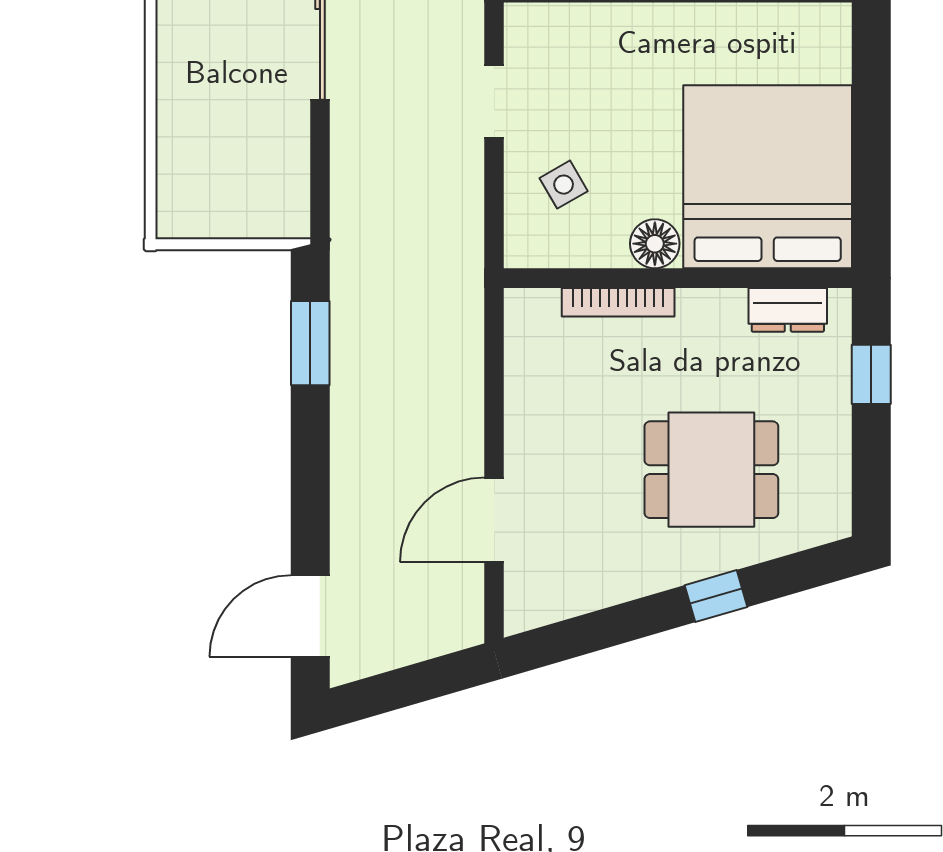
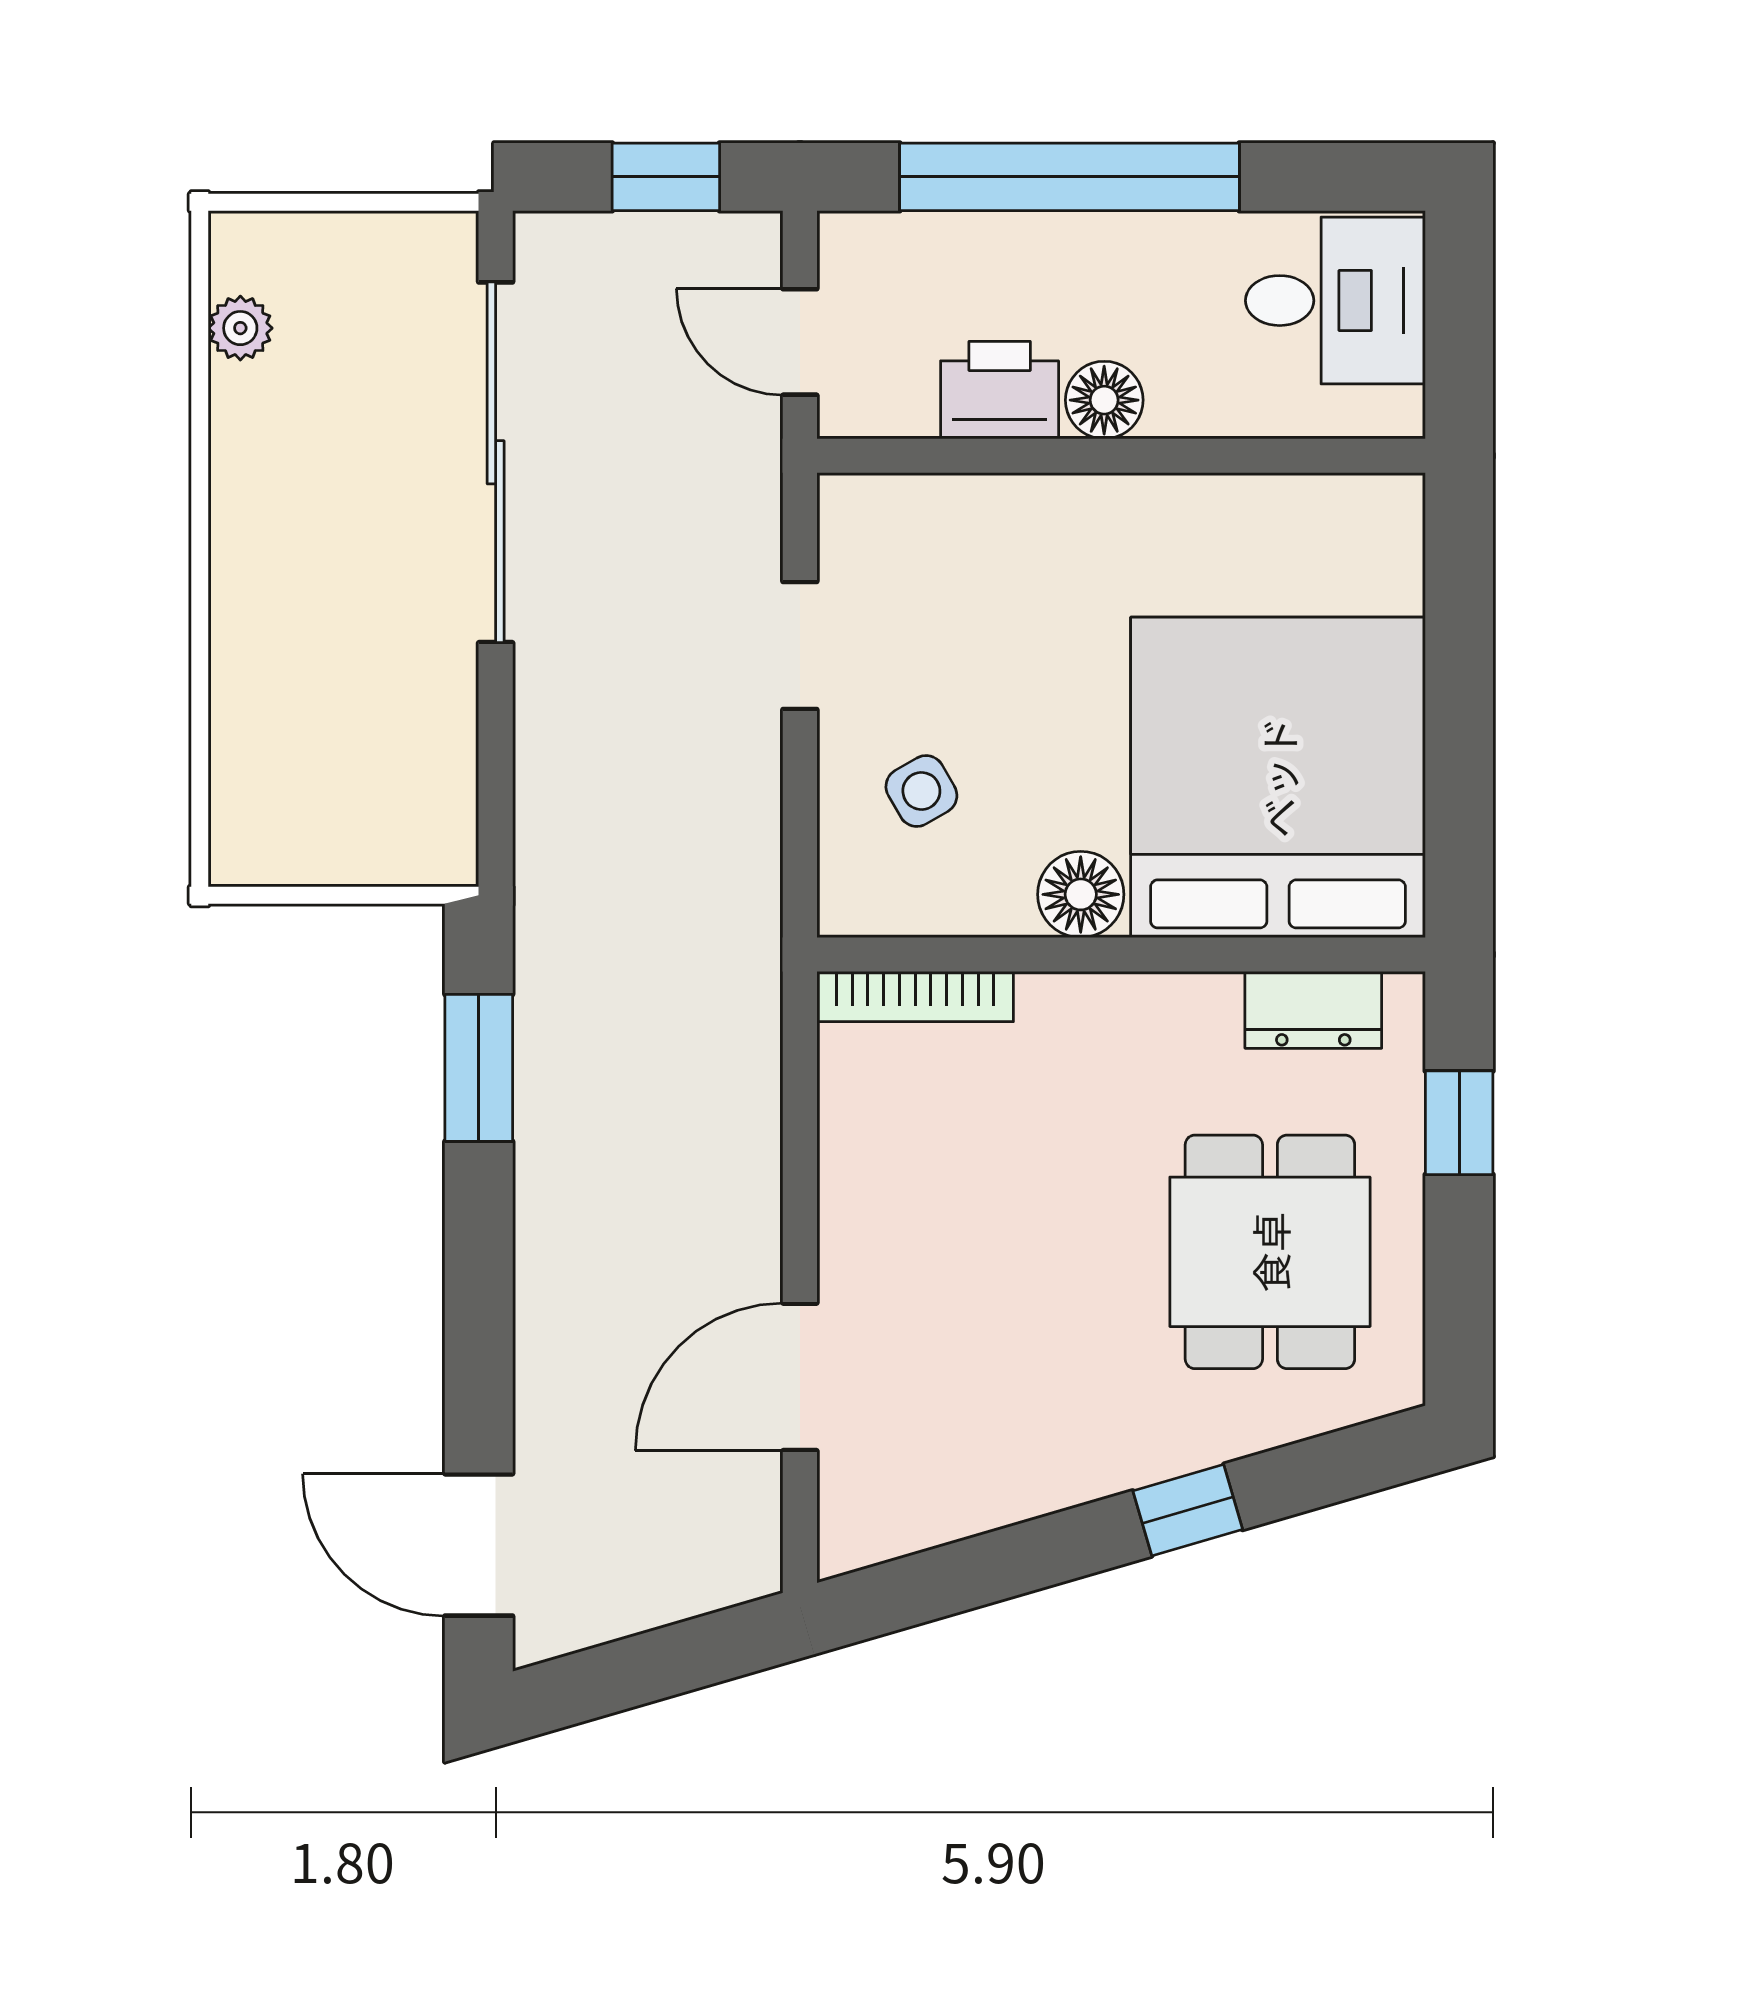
bookcase: (618, 302) -> (915, 997), moved
dining table: (711, 470) -> (1270, 1252), moved, turned 90
door: (310, 616) -> (479, 1545), hinge flipped

